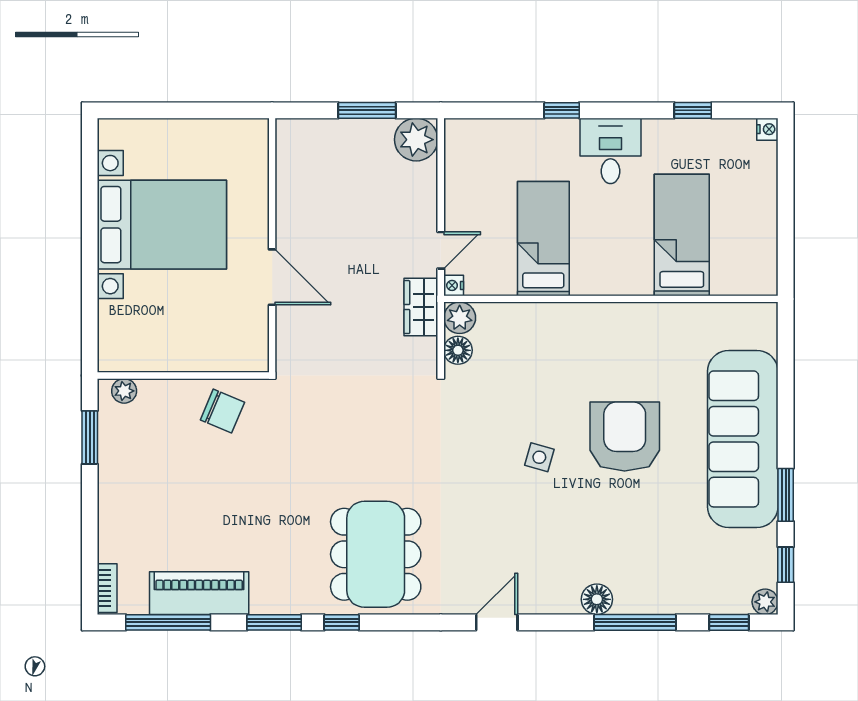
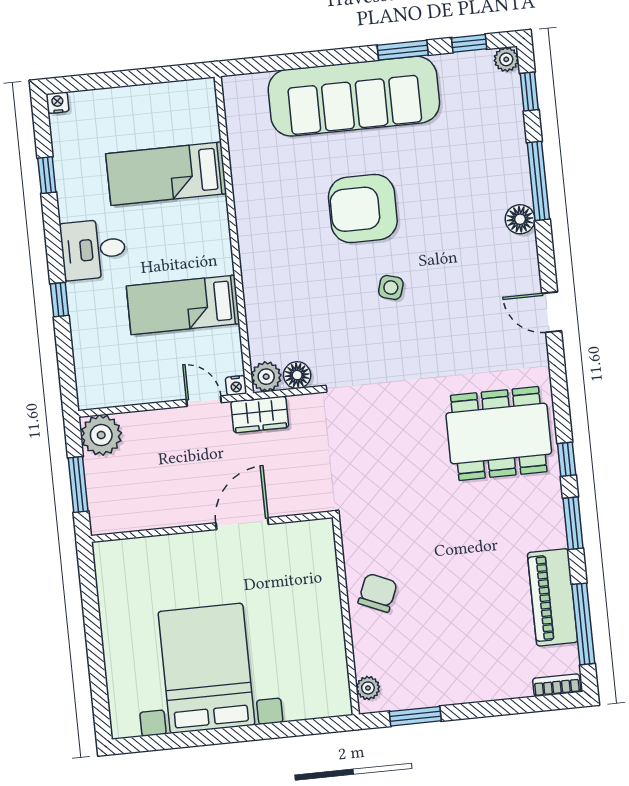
wall: (272, 245) -> (212, 527), moved
door: (272, 277) -> (242, 524), moved

